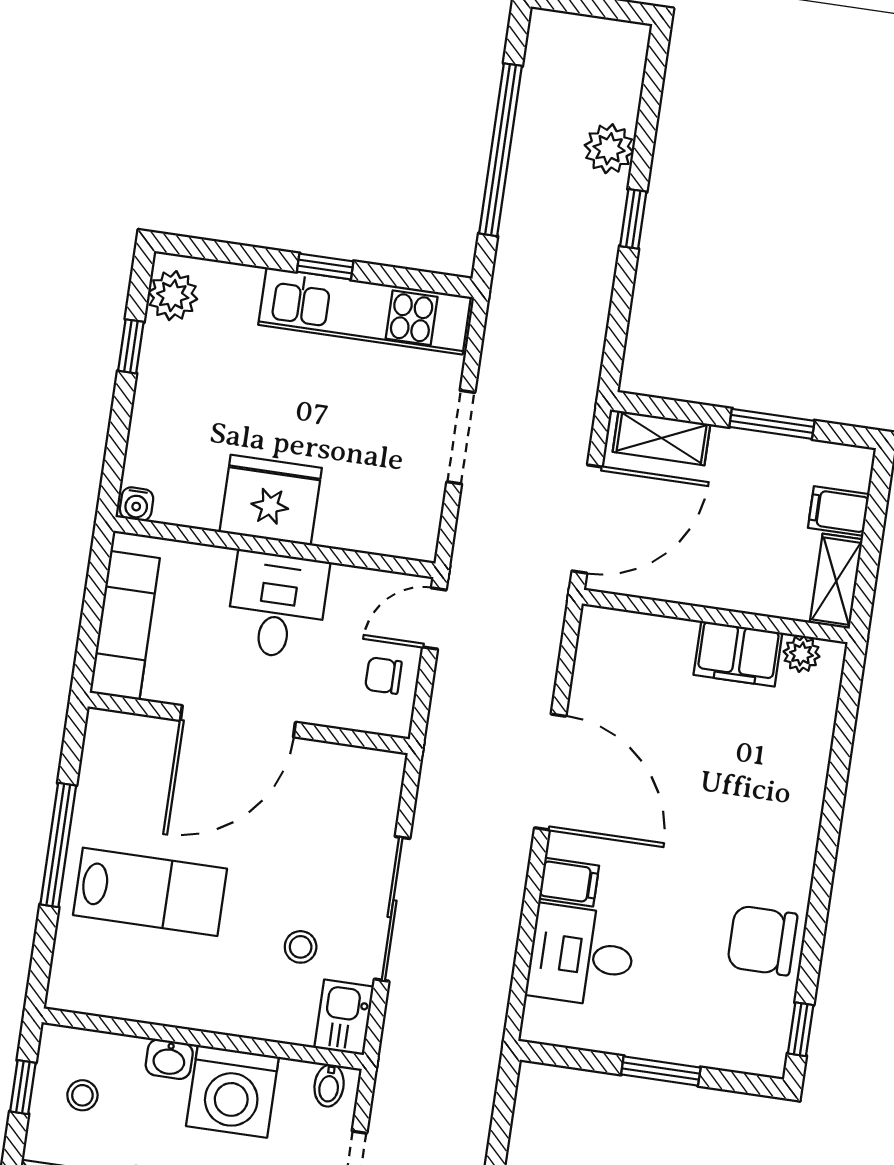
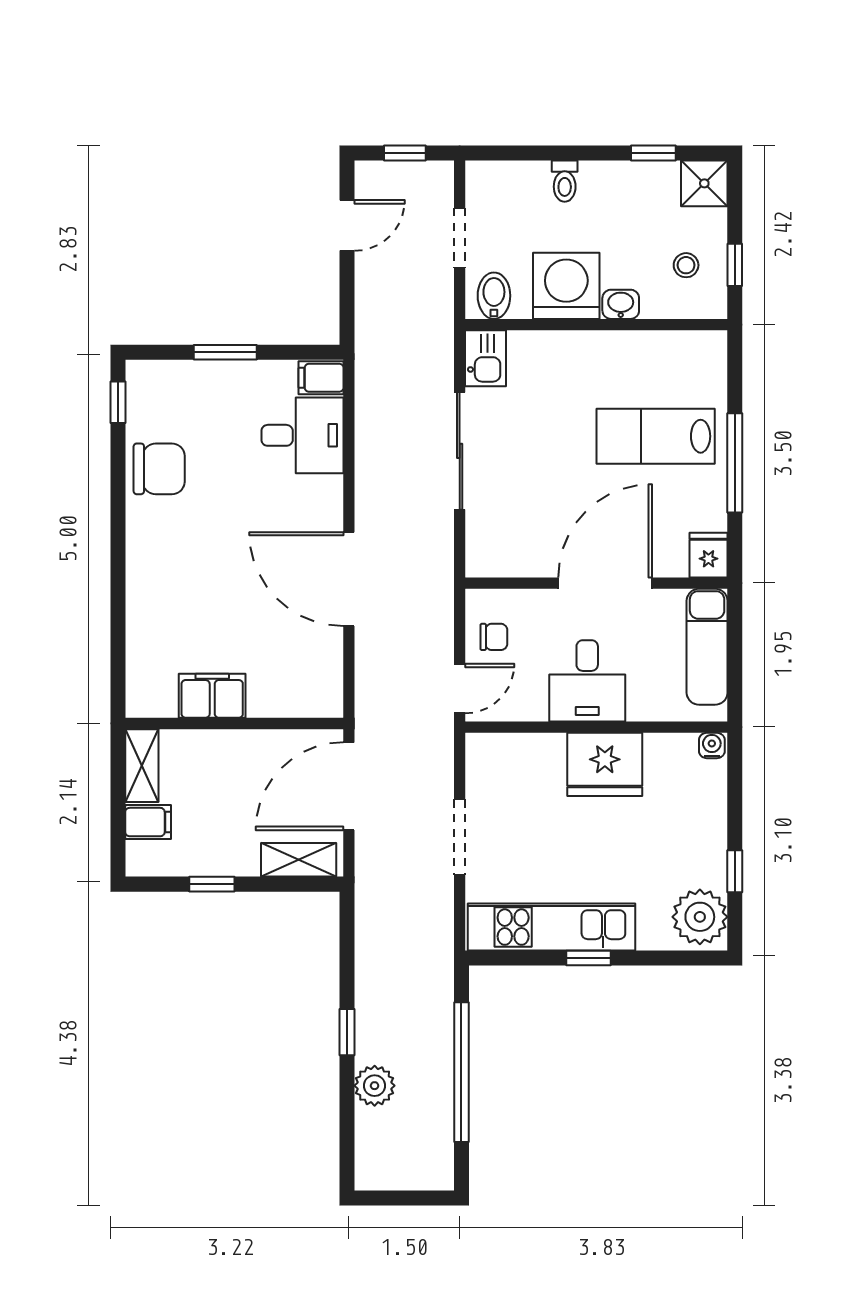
plant: (173, 296) -> (700, 917), width x1.36, depth x1.36
window: (772, 424) -> (212, 884), width x0.67
plant: (802, 654) -> (161, 703), removed
fridge: (107, 737) -> (708, 555), added
filing cabinet: (569, 882) -> (321, 378), moved
stool: (301, 947) -> (529, 410), removed
bidet: (329, 1085) -> (494, 296), width x1.38, depth x1.36

